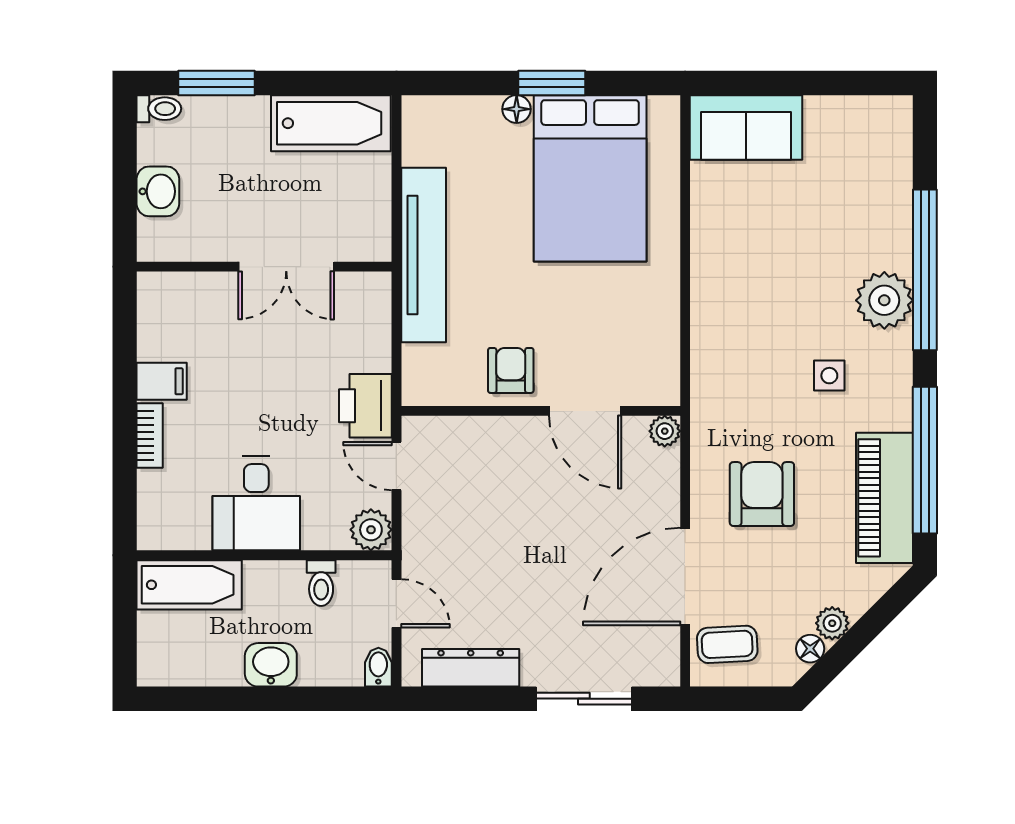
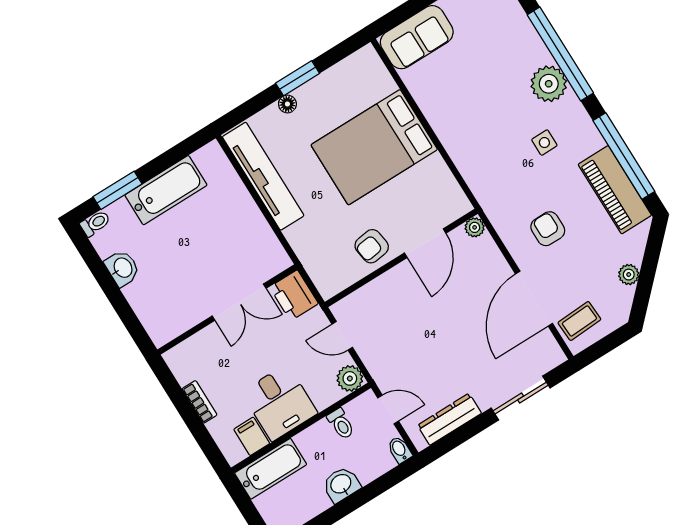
bathtub: (331, 123) -> (166, 190), moved
bed: (590, 178) -> (374, 147), moved, turned 90
tv unit: (424, 255) -> (263, 176), moved
wall: (264, 267) -> (227, 309), moved
double door: (286, 267) -> (239, 302), moved
armchair: (511, 370) -> (372, 246), turned -98
filing cabinet: (162, 381) -> (252, 436), moved, turned -90
printer: (365, 406) -> (294, 295), moved
door: (585, 411) -> (425, 243), hinge flipped
armchair: (762, 494) -> (548, 229), width x0.72, depth x0.72
floor lamp: (810, 649) -> (625, 296), removed

